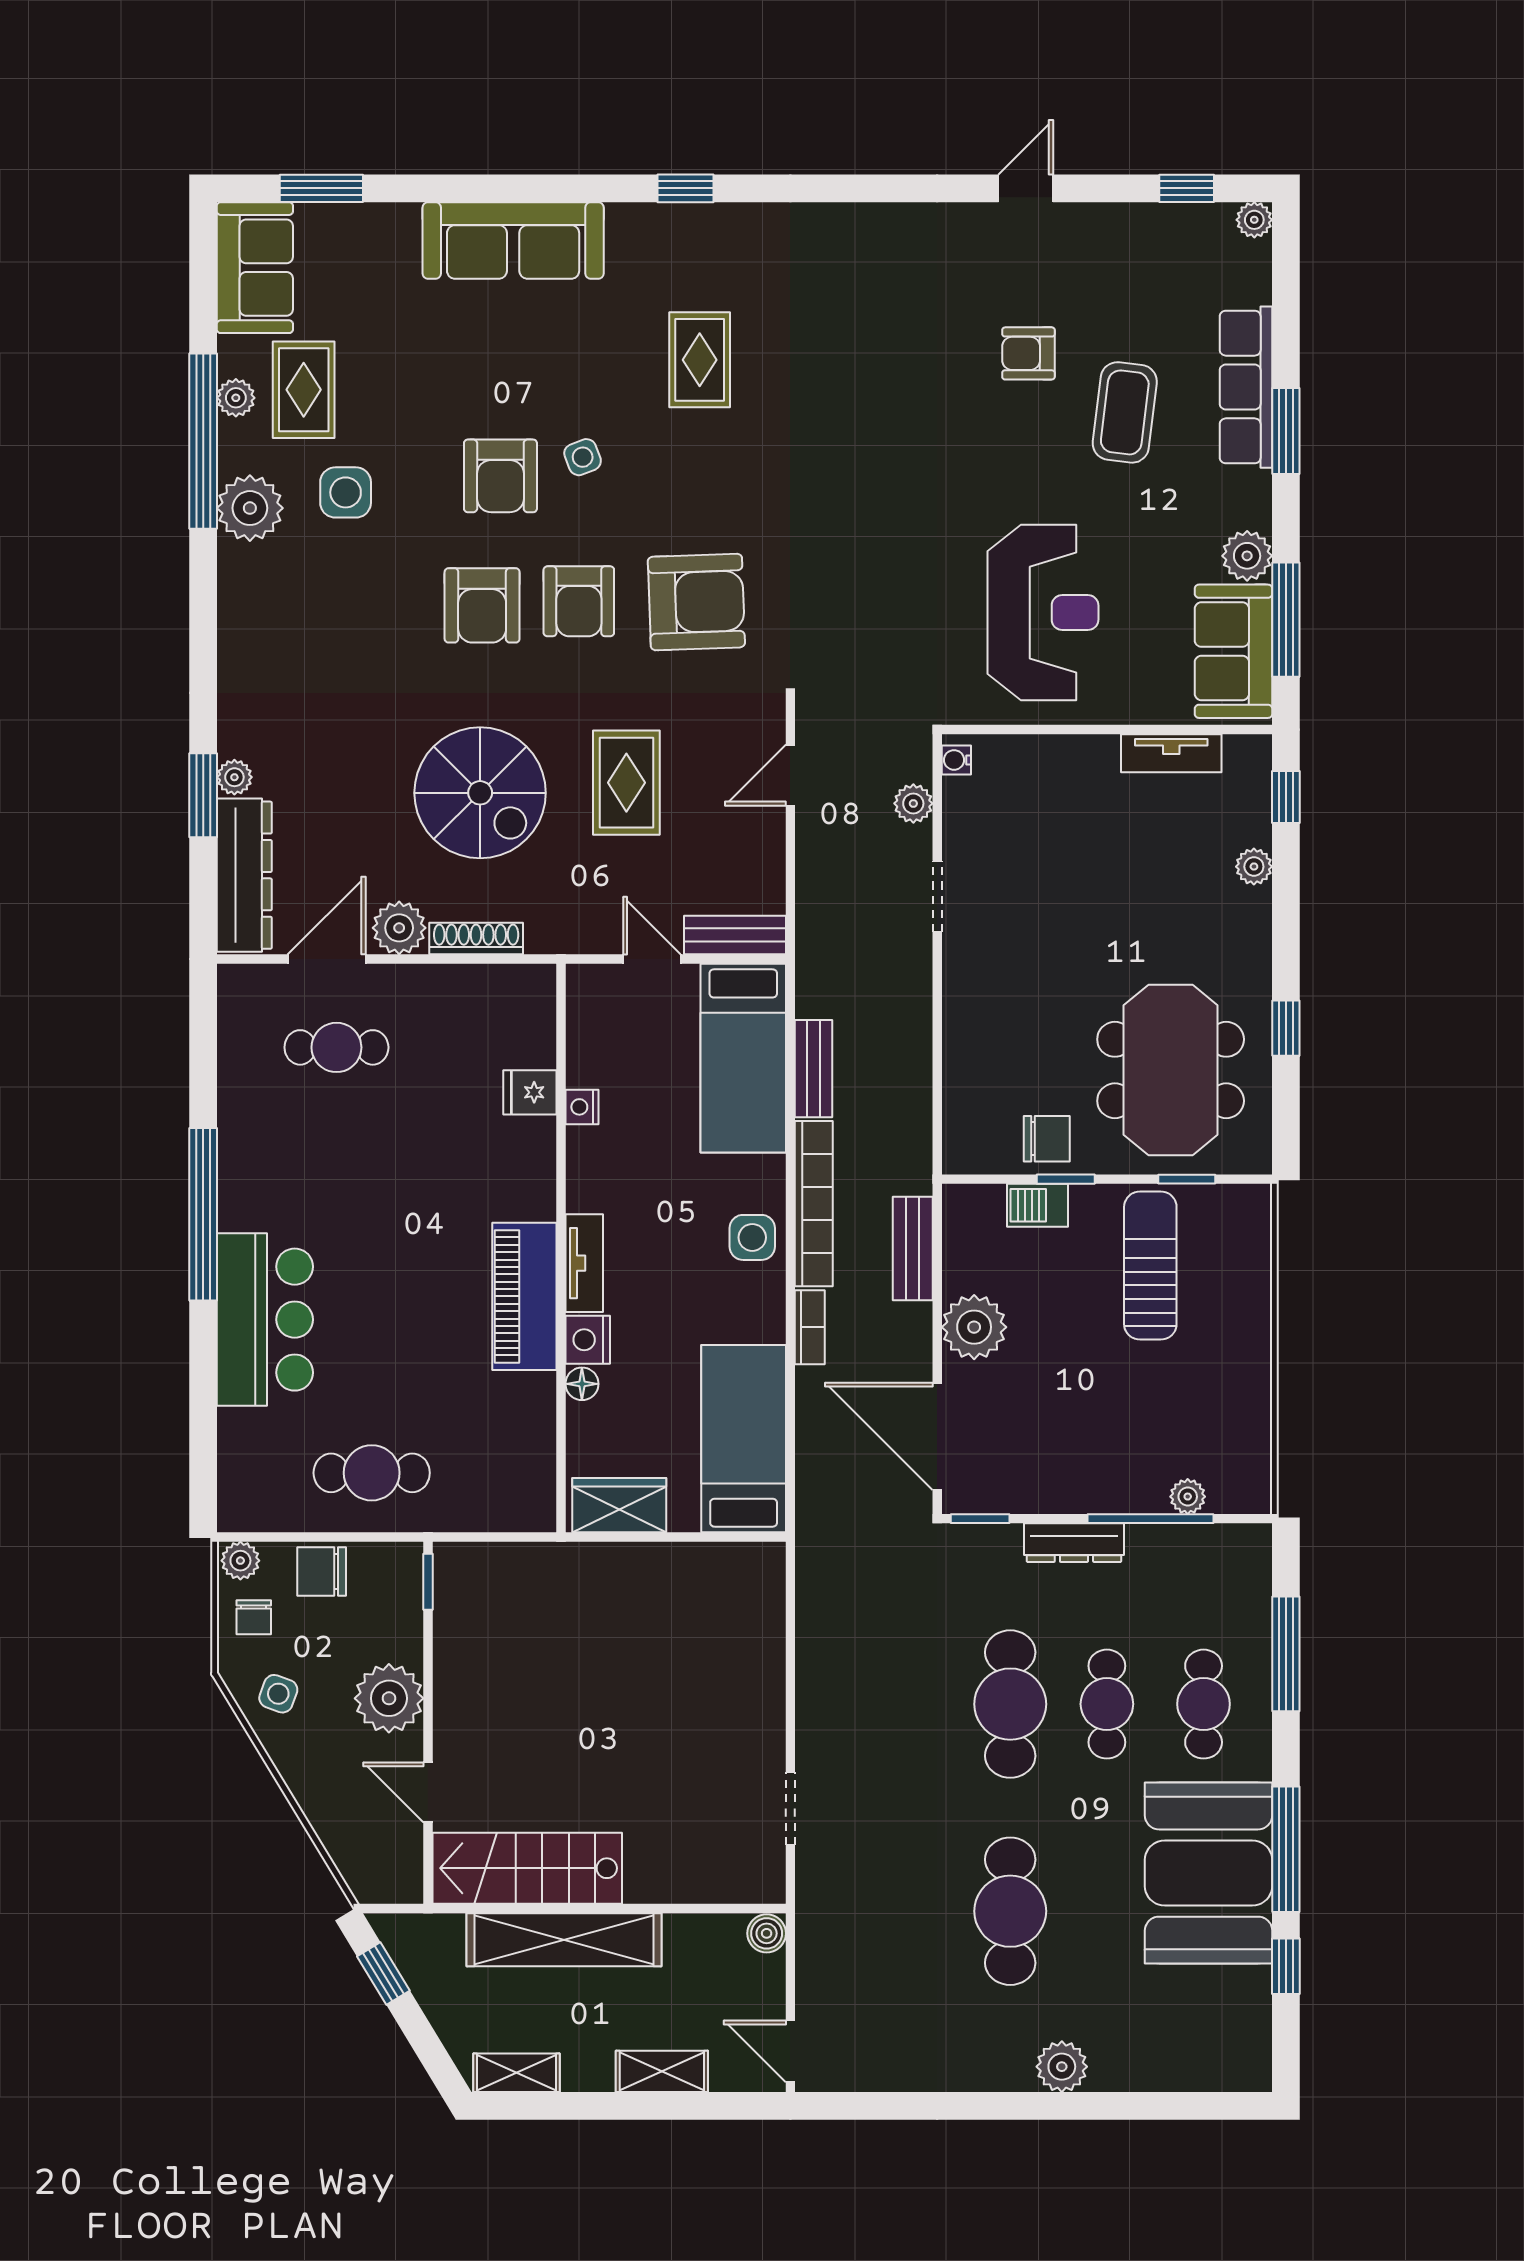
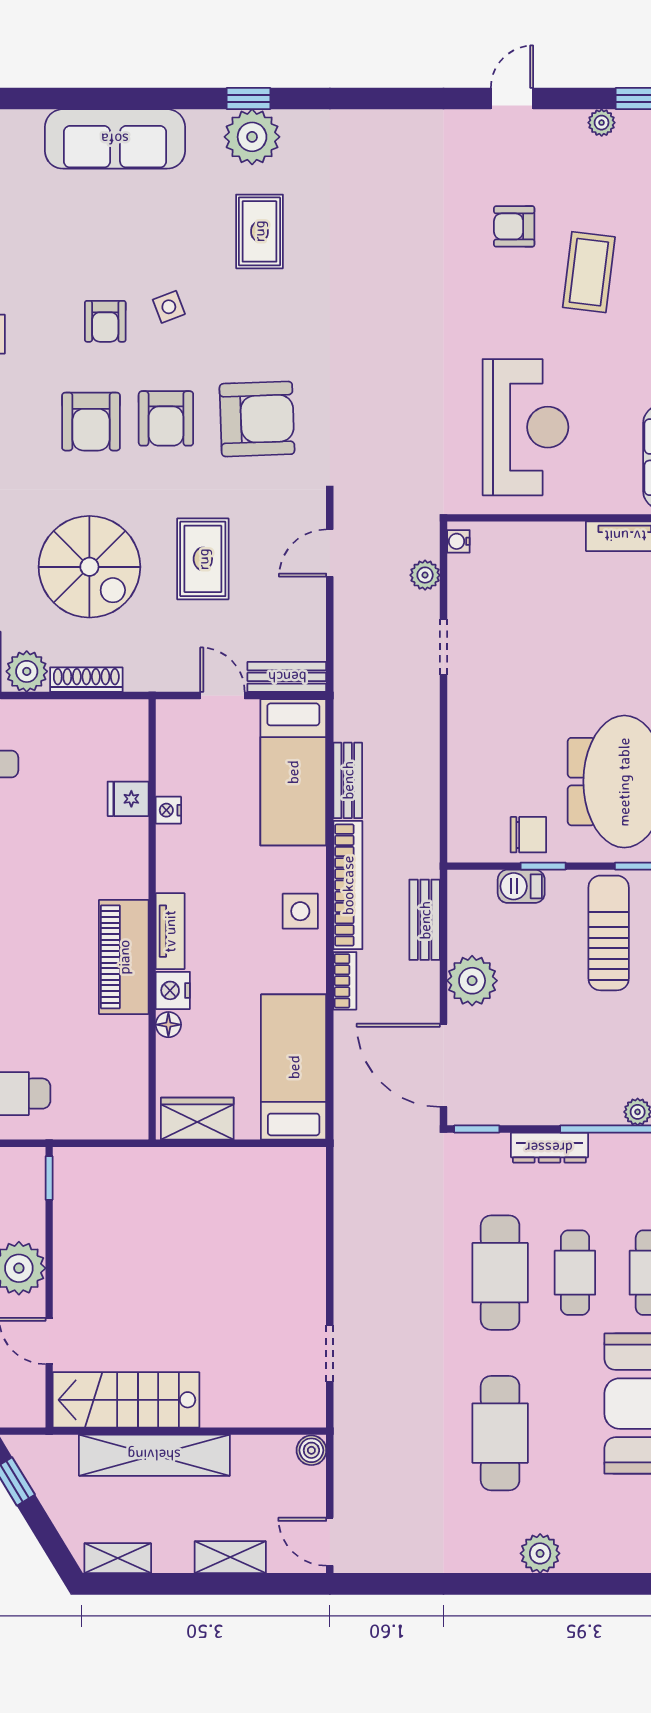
plant: (1141, 219) -> (602, 123), added
plant: (690, 238) -> (252, 137), added
armchair: (500, 476) -> (105, 321), width x0.72, depth x0.72

